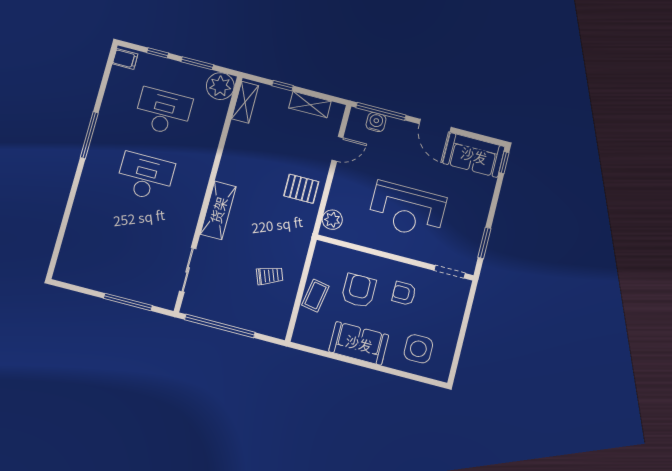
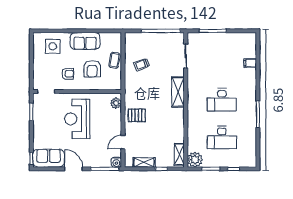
filing cabinet: (125, 59) -> (250, 63), moved
water cooler: (376, 122) -> (116, 162), moved
reception desk: (407, 210) -> (77, 119), turned -90

